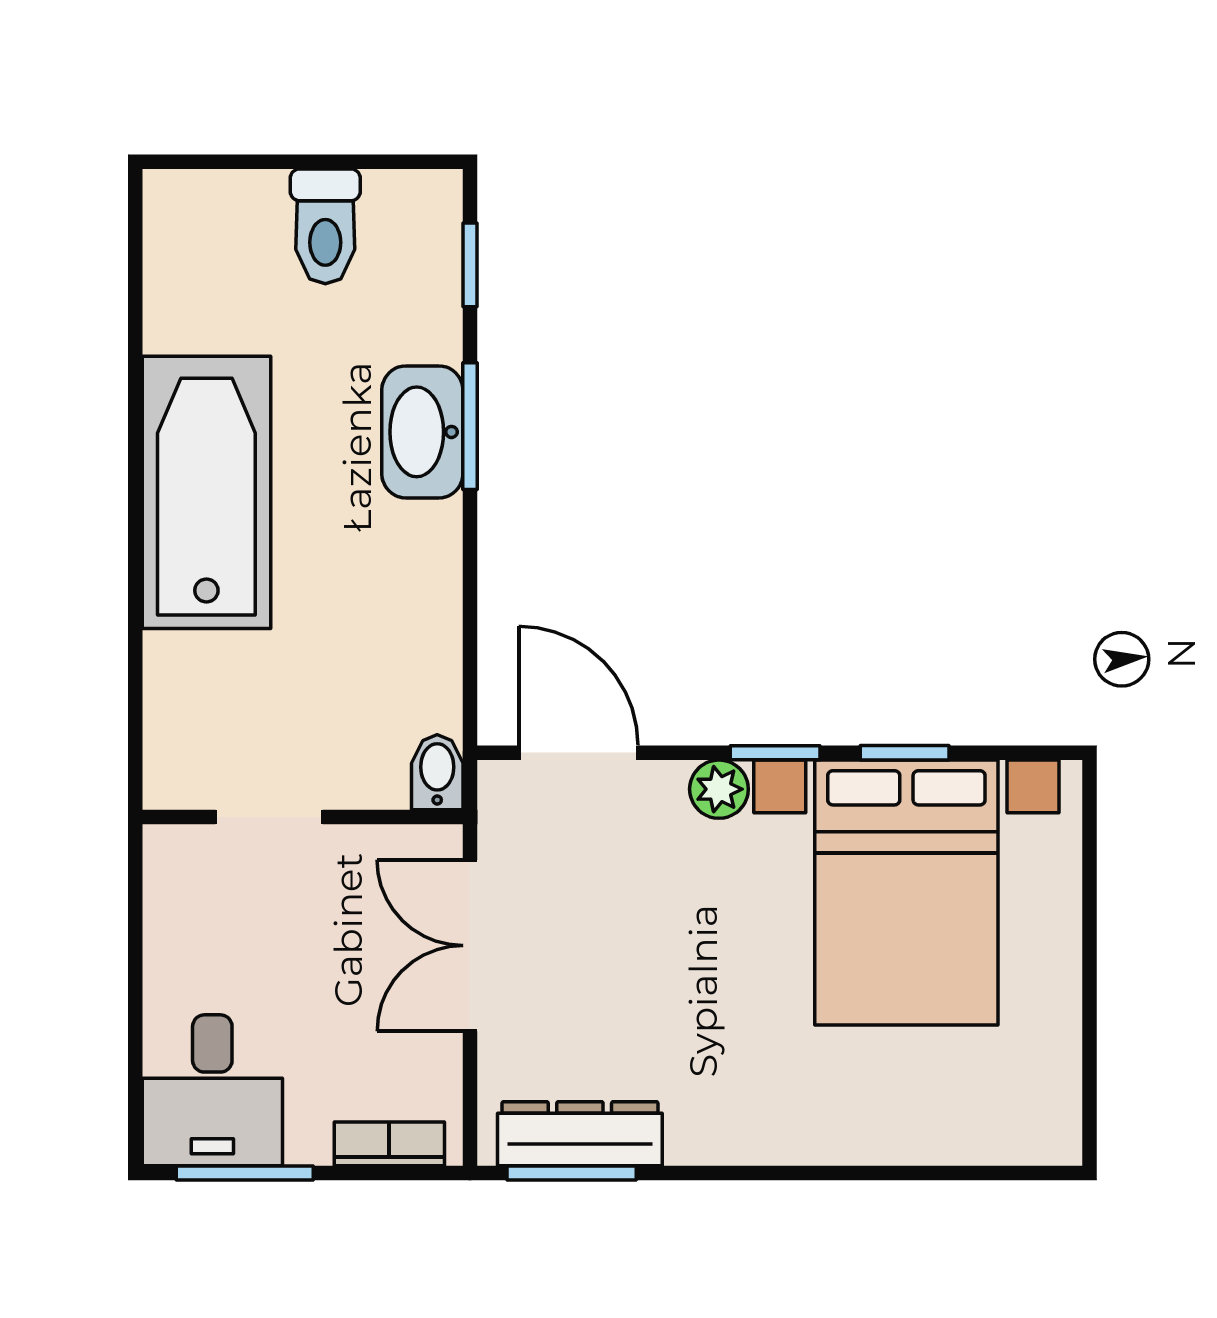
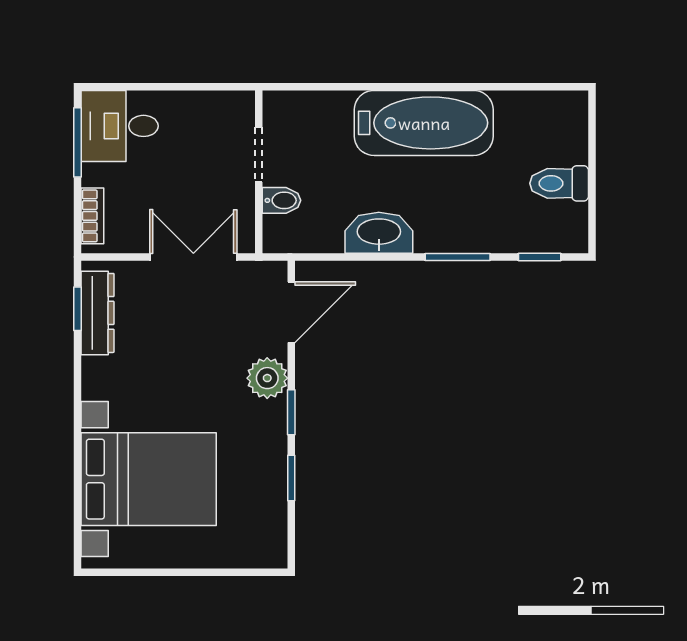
washbasin: (422, 432) -> (379, 233), moved
bidet: (437, 772) -> (281, 200), moved
plant: (719, 789) -> (267, 378), width x1.38, depth x1.38
bed with nightstands: (906, 893) -> (149, 479), moved, turned 180
window: (572, 1173) -> (78, 309), width x0.67

